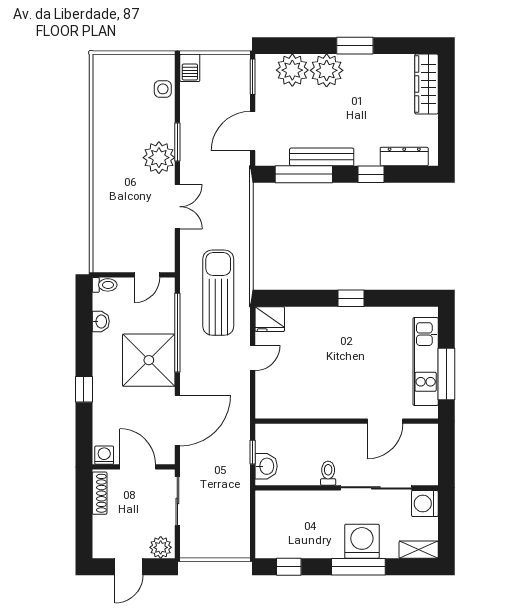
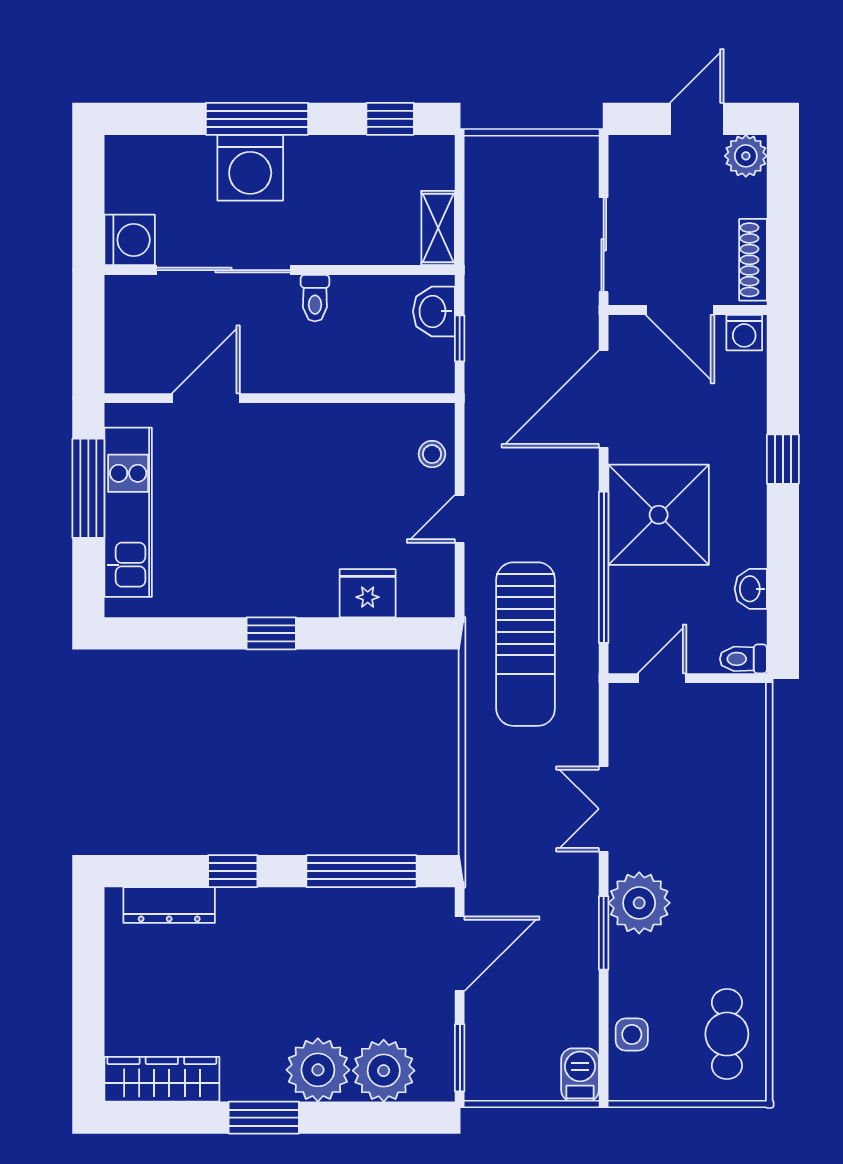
wardrobe: (426, 84) -> (162, 1079), moved, turned -90
cafe table: (113, 89) -> (727, 1034), added
bench: (322, 157) -> (327, 904), removed
fridge: (270, 319) -> (368, 593), moved
stool: (267, 392) -> (432, 454), added
plant: (161, 547) -> (746, 156), moved
shelving: (419, 550) -> (438, 228), moved, turned 90

